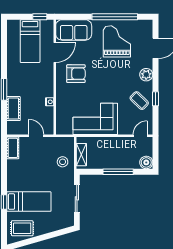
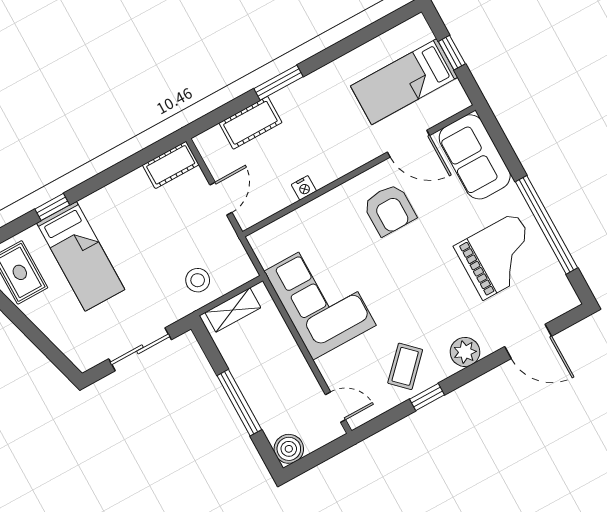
window: (40, 17) -> (452, 53), moved

